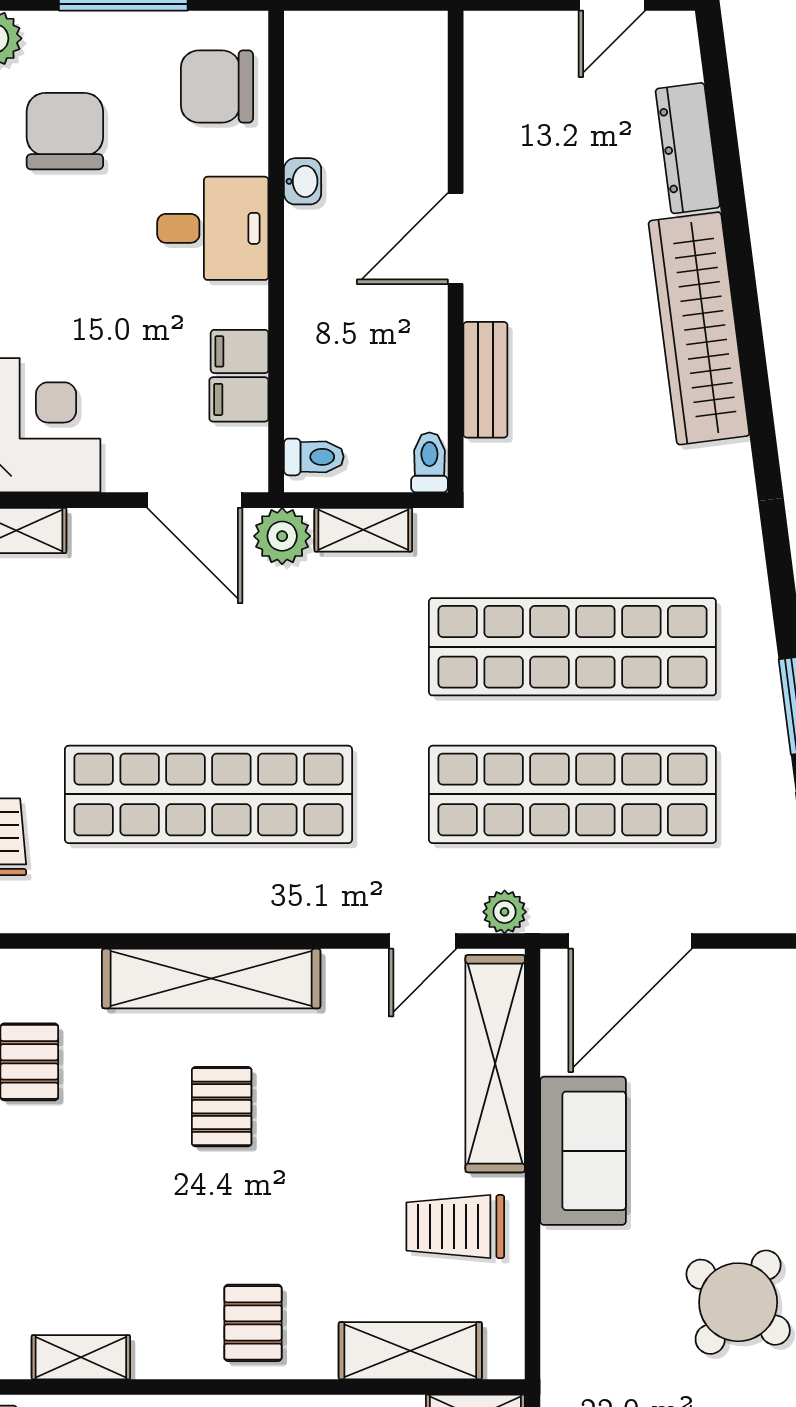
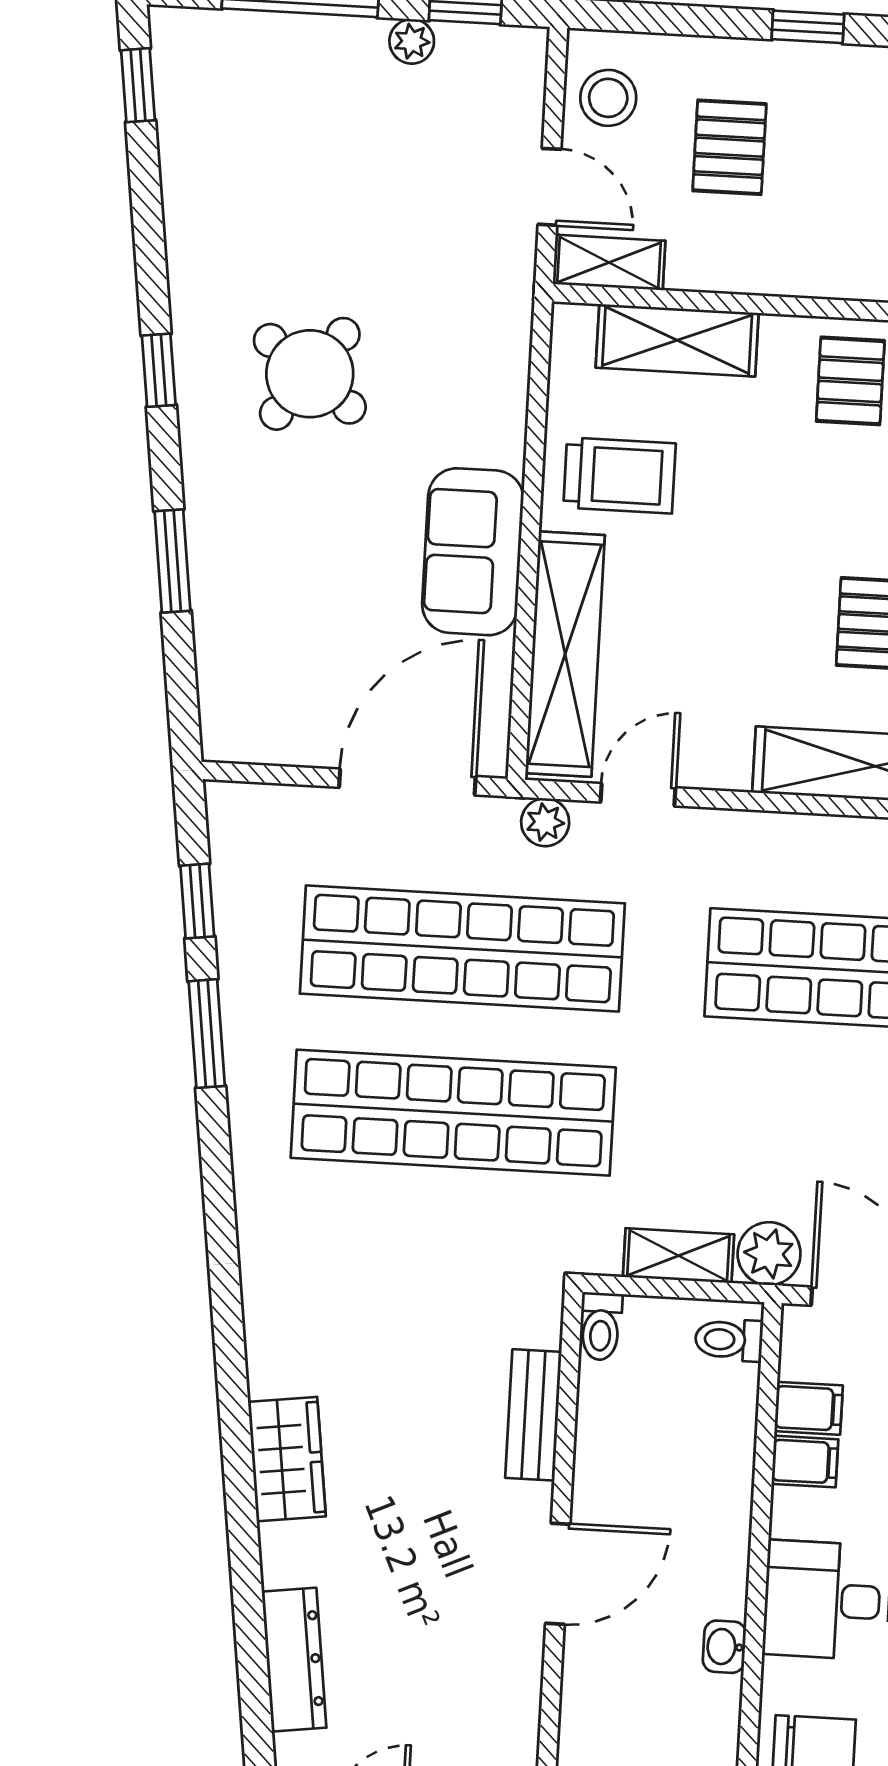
wardrobe: (699, 328) -> (287, 1459), width x0.48, depth x0.85

